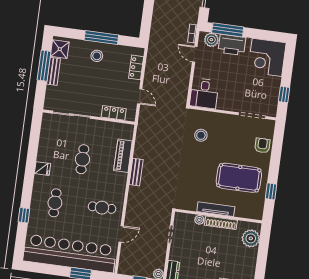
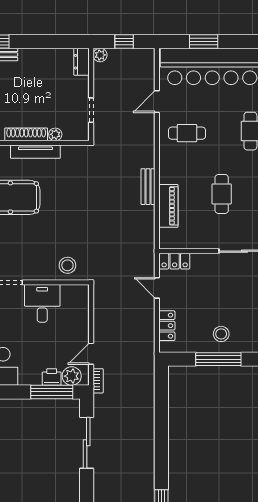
printer: (232, 45) -> (52, 377), width x0.53, depth x0.68
door: (195, 54) -> (91, 354), swing flipped
desk: (204, 93) -> (42, 303), moved
locker: (114, 113) -> (175, 261), moved
stool: (201, 135) -> (67, 265), moved

